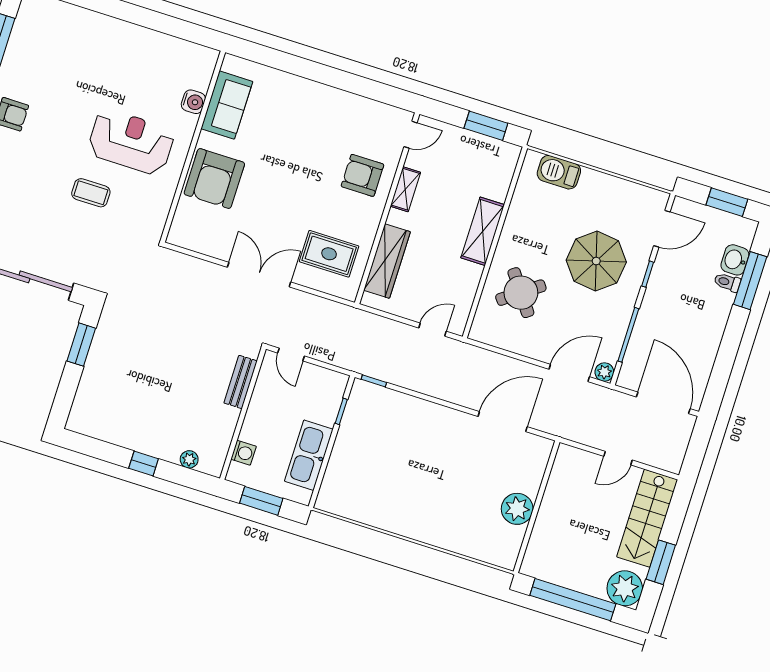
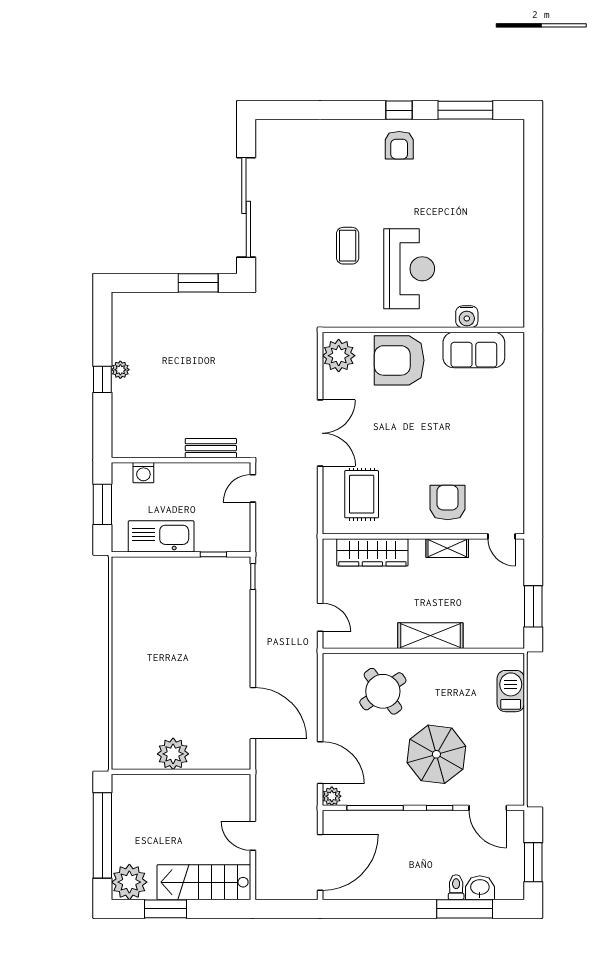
plant: (192, 234) -> (339, 356), added
plant: (189, 459) -> (120, 370), moved

